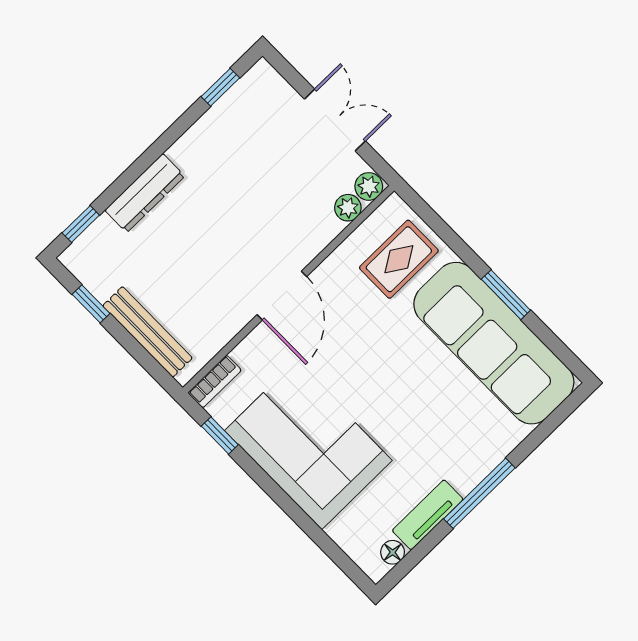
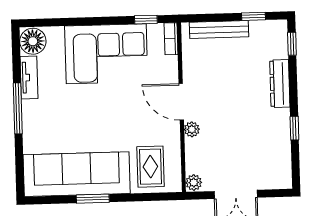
window: (220, 87) -> (294, 128), moved
plant: (348, 208) -> (192, 129), moved
floor lamp: (393, 552) -> (33, 41), width x1.89, depth x1.89

